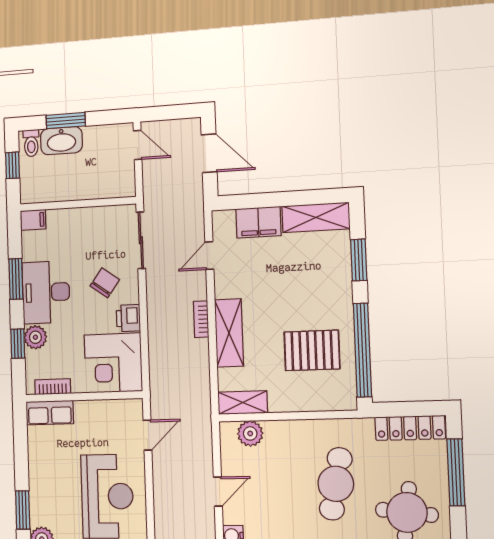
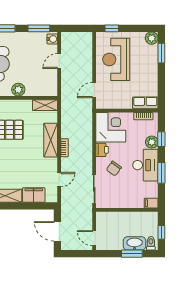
plant: (250, 433) -> (18, 90), moved

